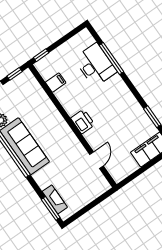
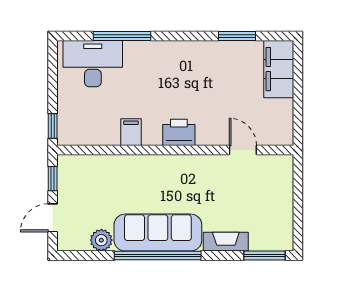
desk: (95, 65) -> (93, 64), moved
filing cabinet: (56, 83) -> (131, 132), moved
fireplace: (55, 199) -> (226, 242), moved

